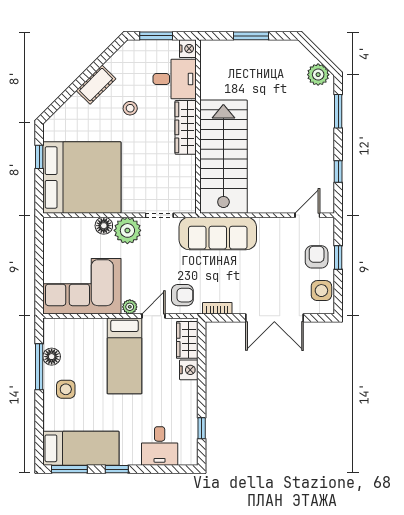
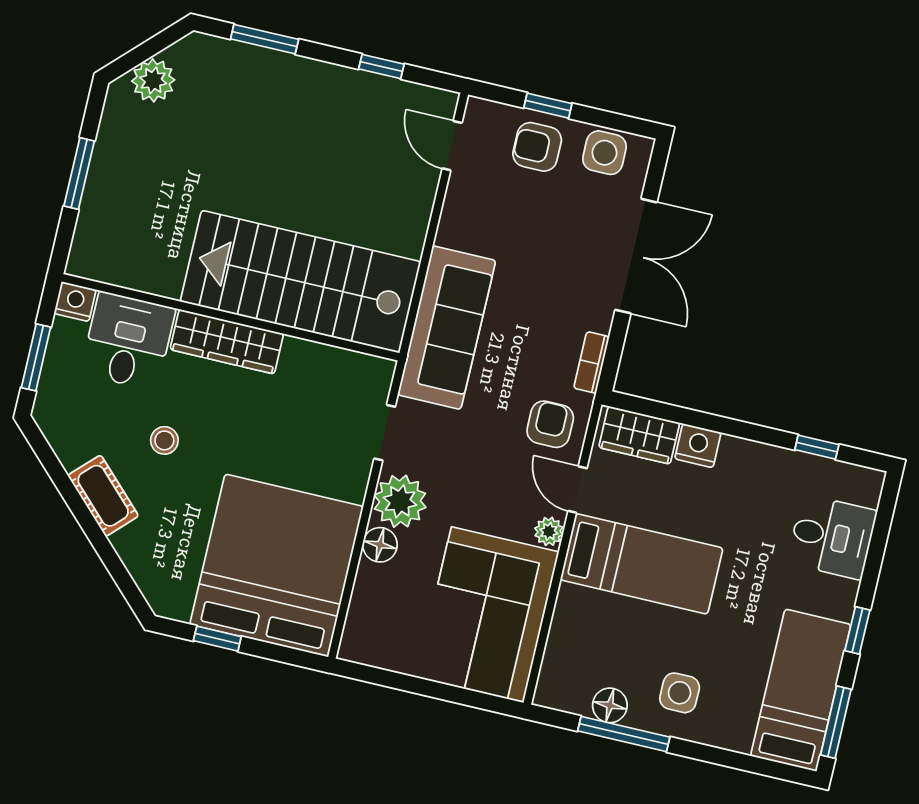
plant: (318, 75) -> (153, 80), moved

